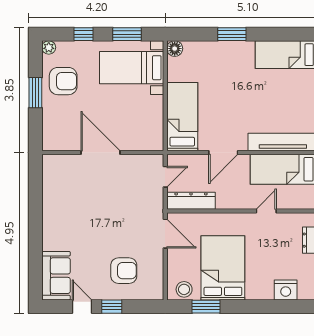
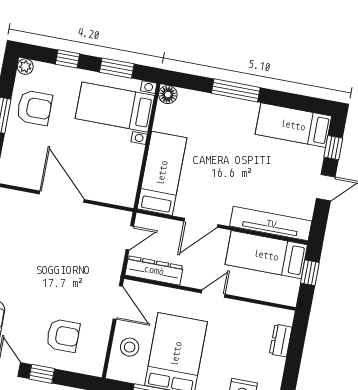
window: (232, 34) -> (236, 90), width x1.44
door: (266, 211) -> (213, 294), moved
stool: (184, 289) -> (130, 347), moved

